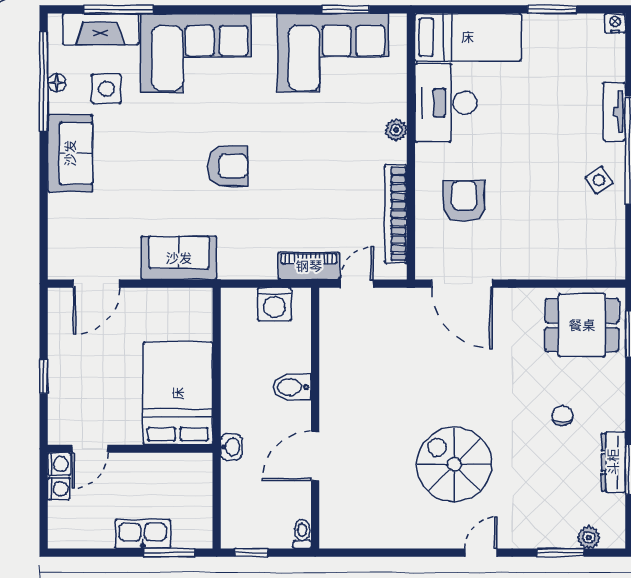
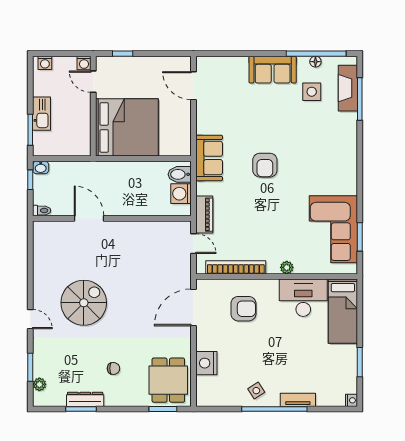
corner sofa: (196, 53) -> (333, 146), removed
sofa: (179, 258) -> (209, 158), moved
nightstand: (554, 262) -> (206, 363), added
window: (44, 376) -> (123, 54), moved
bidet: (292, 387) -> (180, 174), moved, turned -90
bed: (178, 393) -> (127, 127), width x1.36
washbasin: (231, 447) -> (41, 167), moved
washing machine: (59, 489) -> (45, 63), moved

